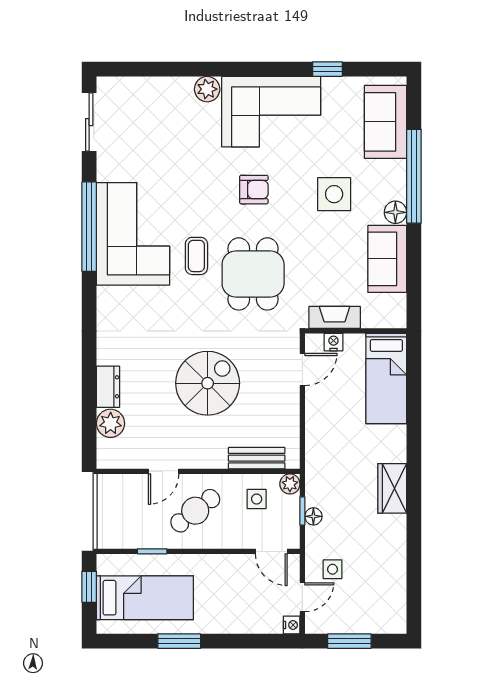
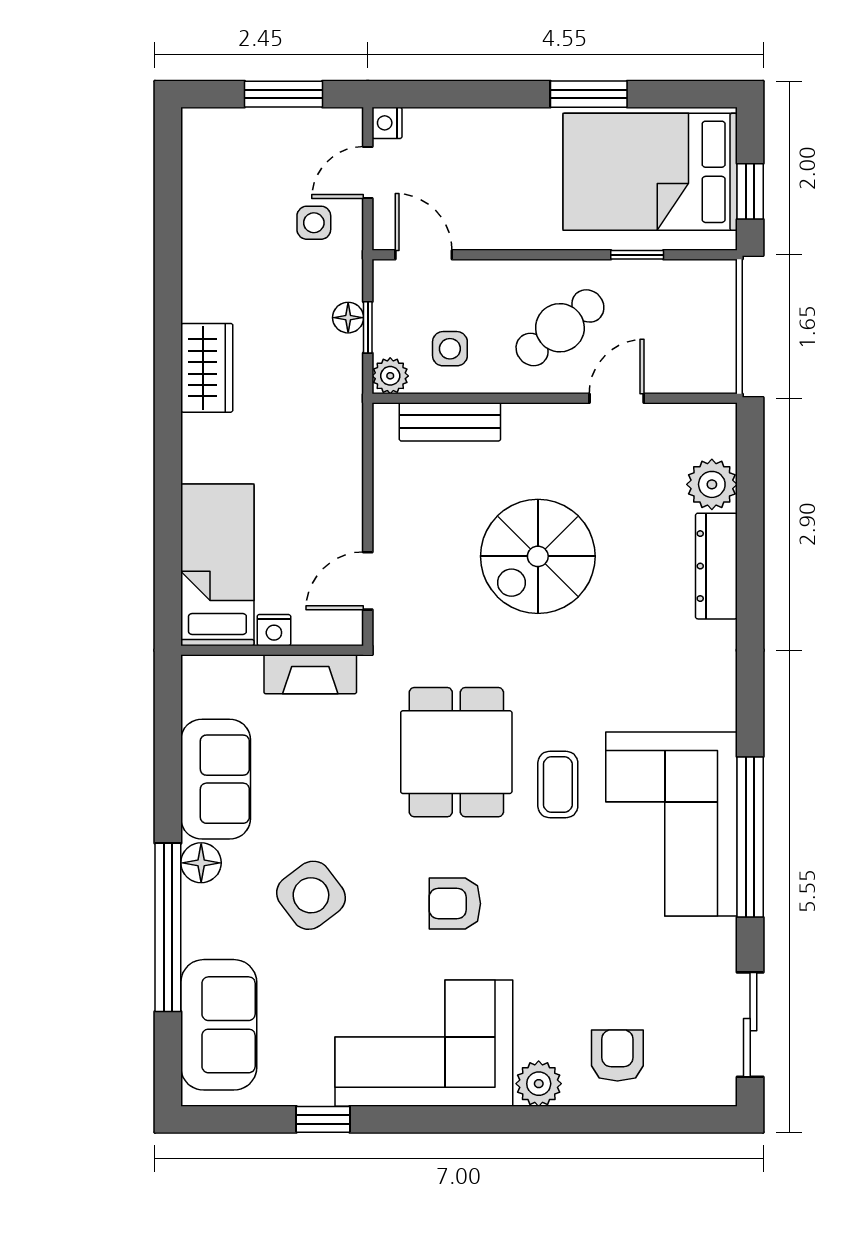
armchair: (163, 105) -> (617, 1056), added
side table: (334, 194) -> (311, 895), turned -37
nightstand: (333, 342) -> (274, 630), moved
dresser: (108, 387) -> (716, 566), width x1.44
bed: (145, 598) -> (650, 172), width x1.50

